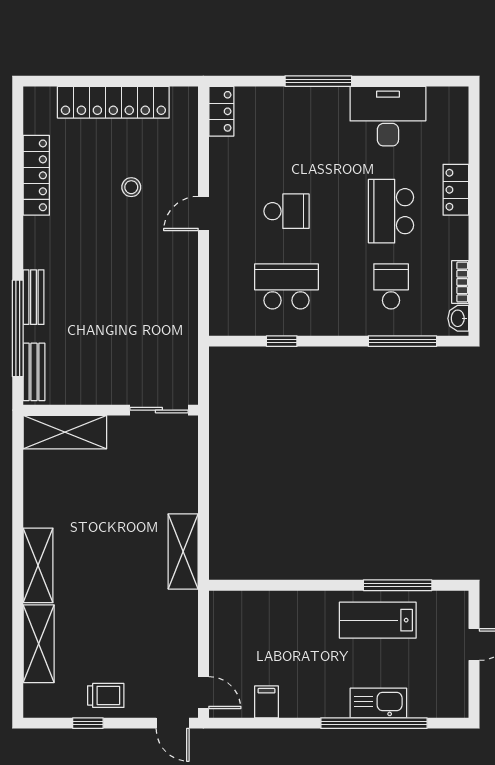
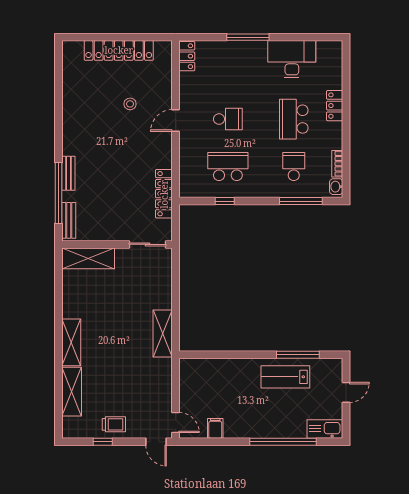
locker: (36, 175) -> (164, 194), moved, turned 180
kitchen sink: (378, 703) -> (325, 429), moved

